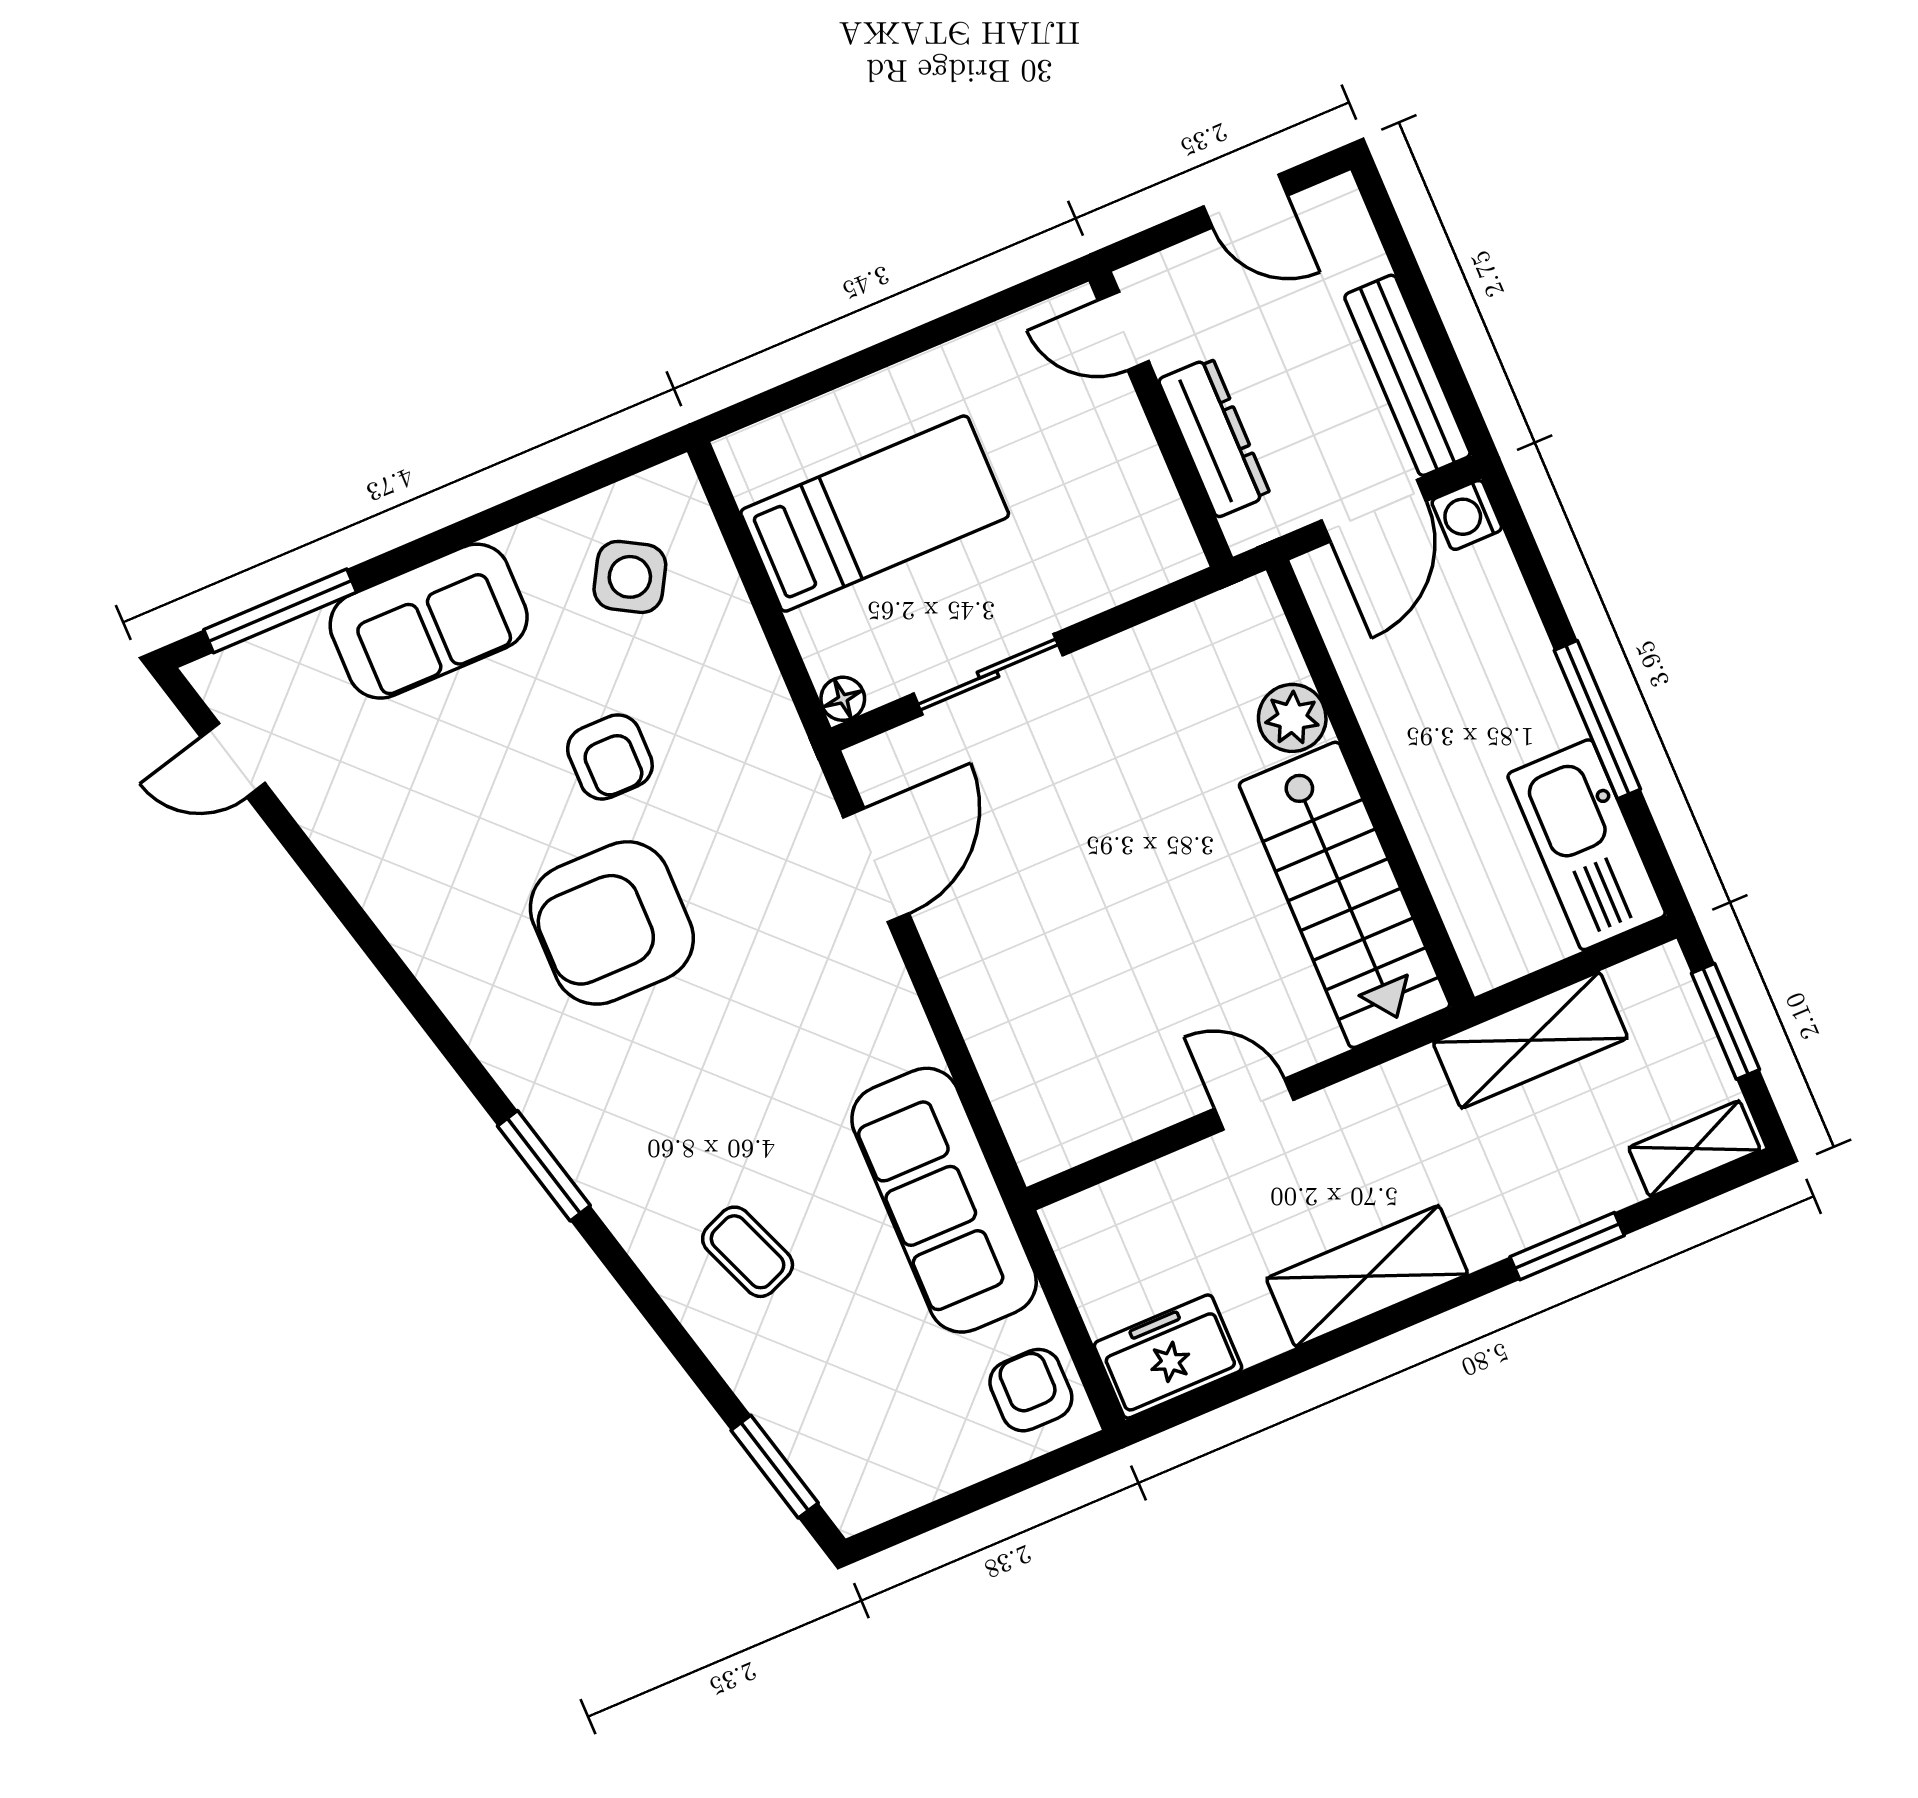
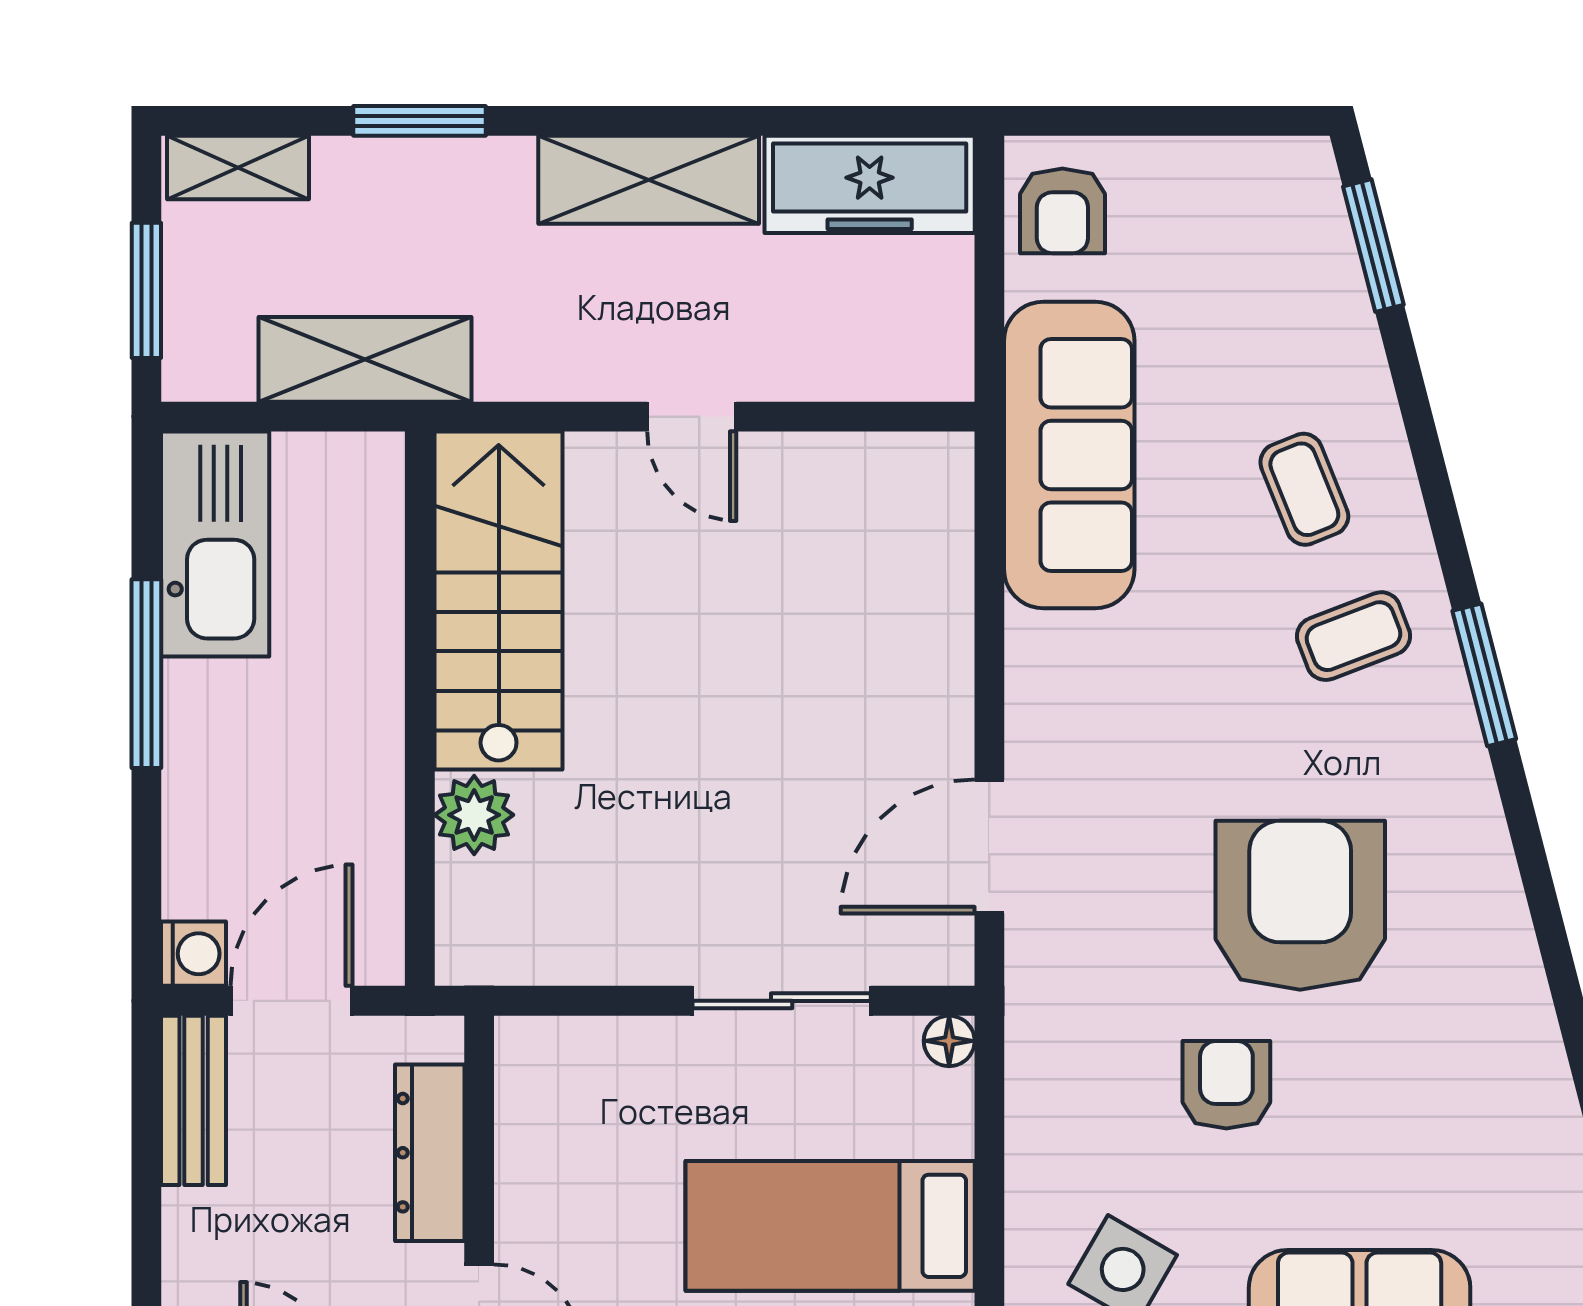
bench: (1407, 375) -> (194, 1100), width x0.73
armchair: (612, 923) -> (1300, 905), turned -90
coffee table: (660, 1153) -> (1354, 636), added
freezer: (1168, 1357) -> (870, 184), width x1.40

